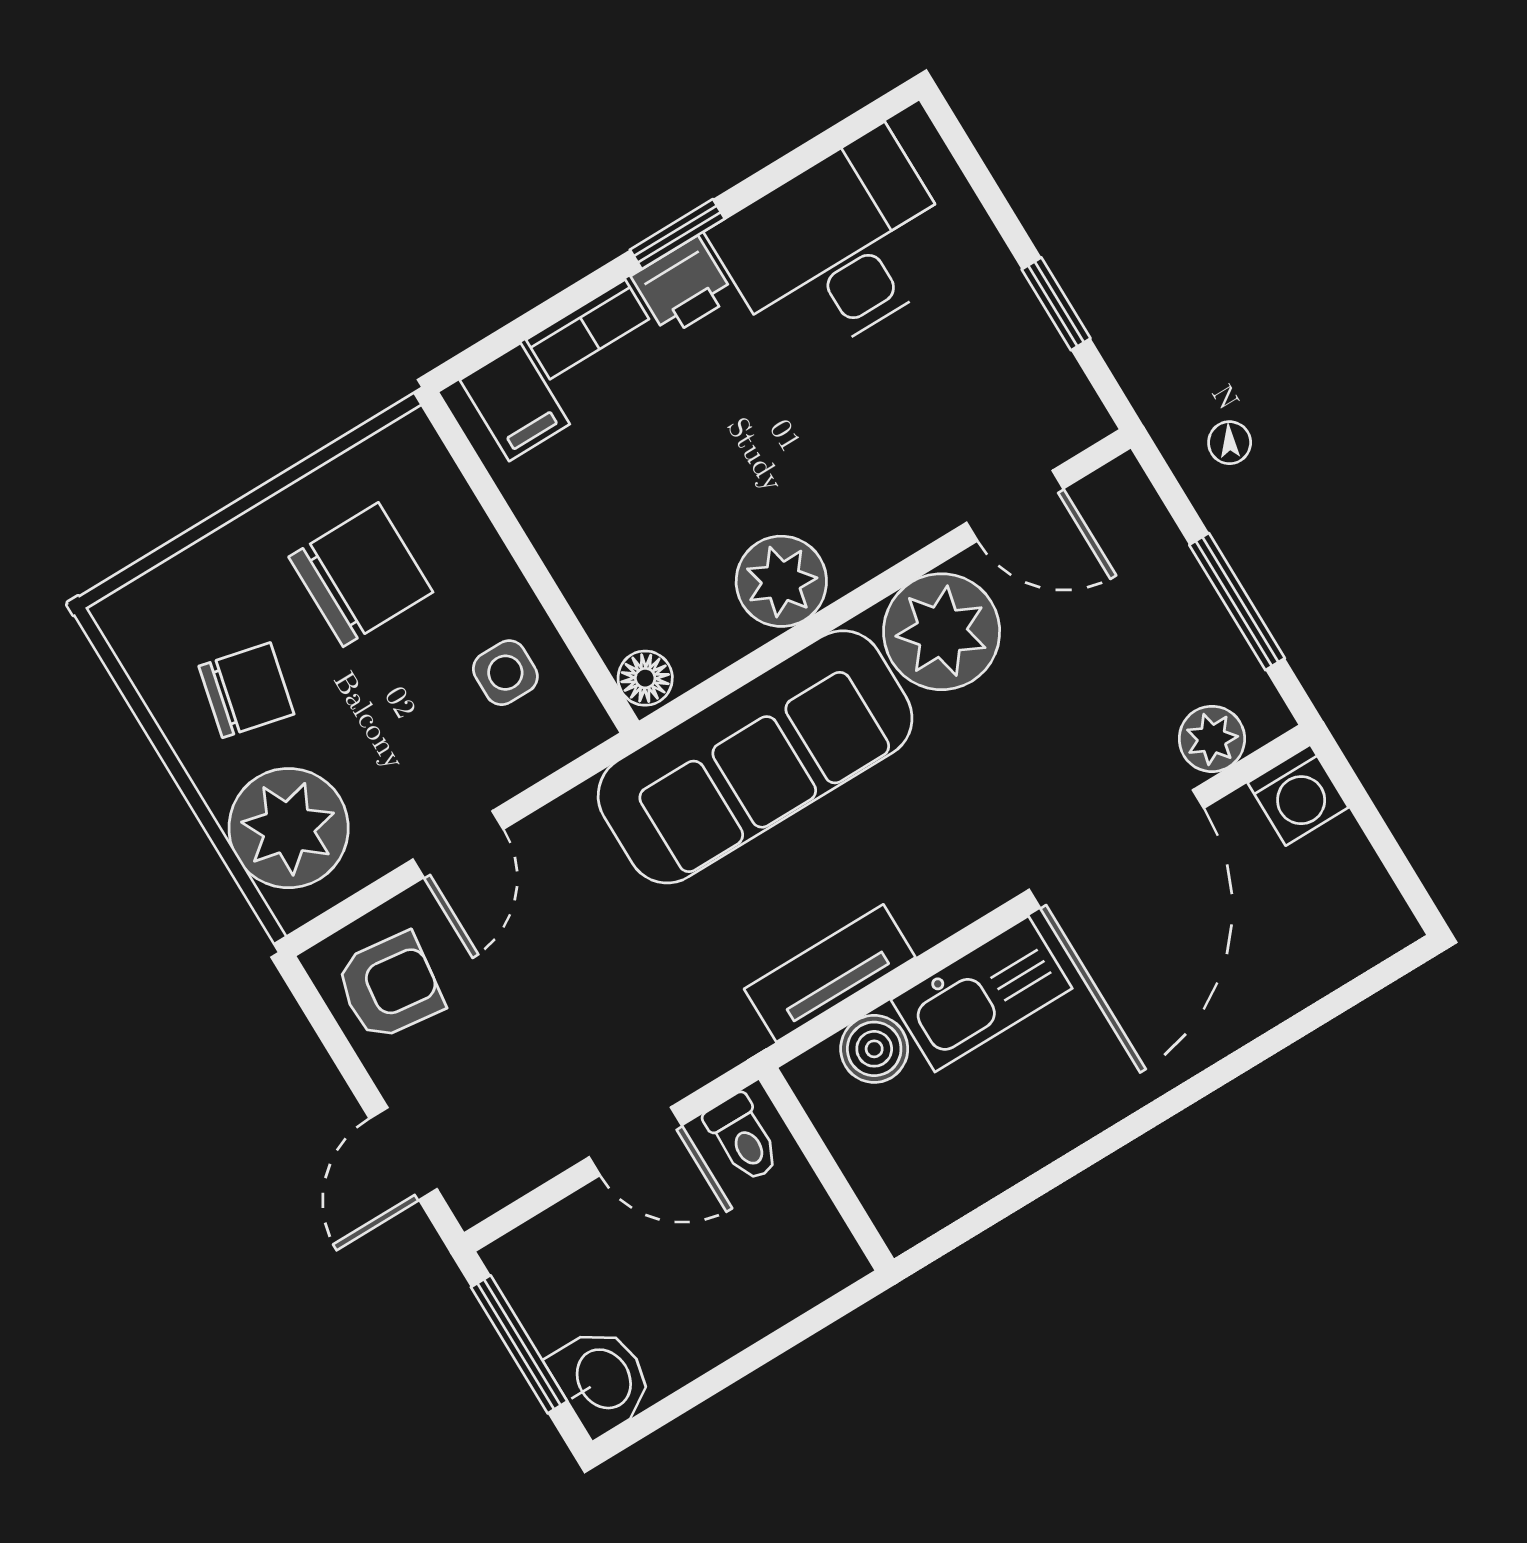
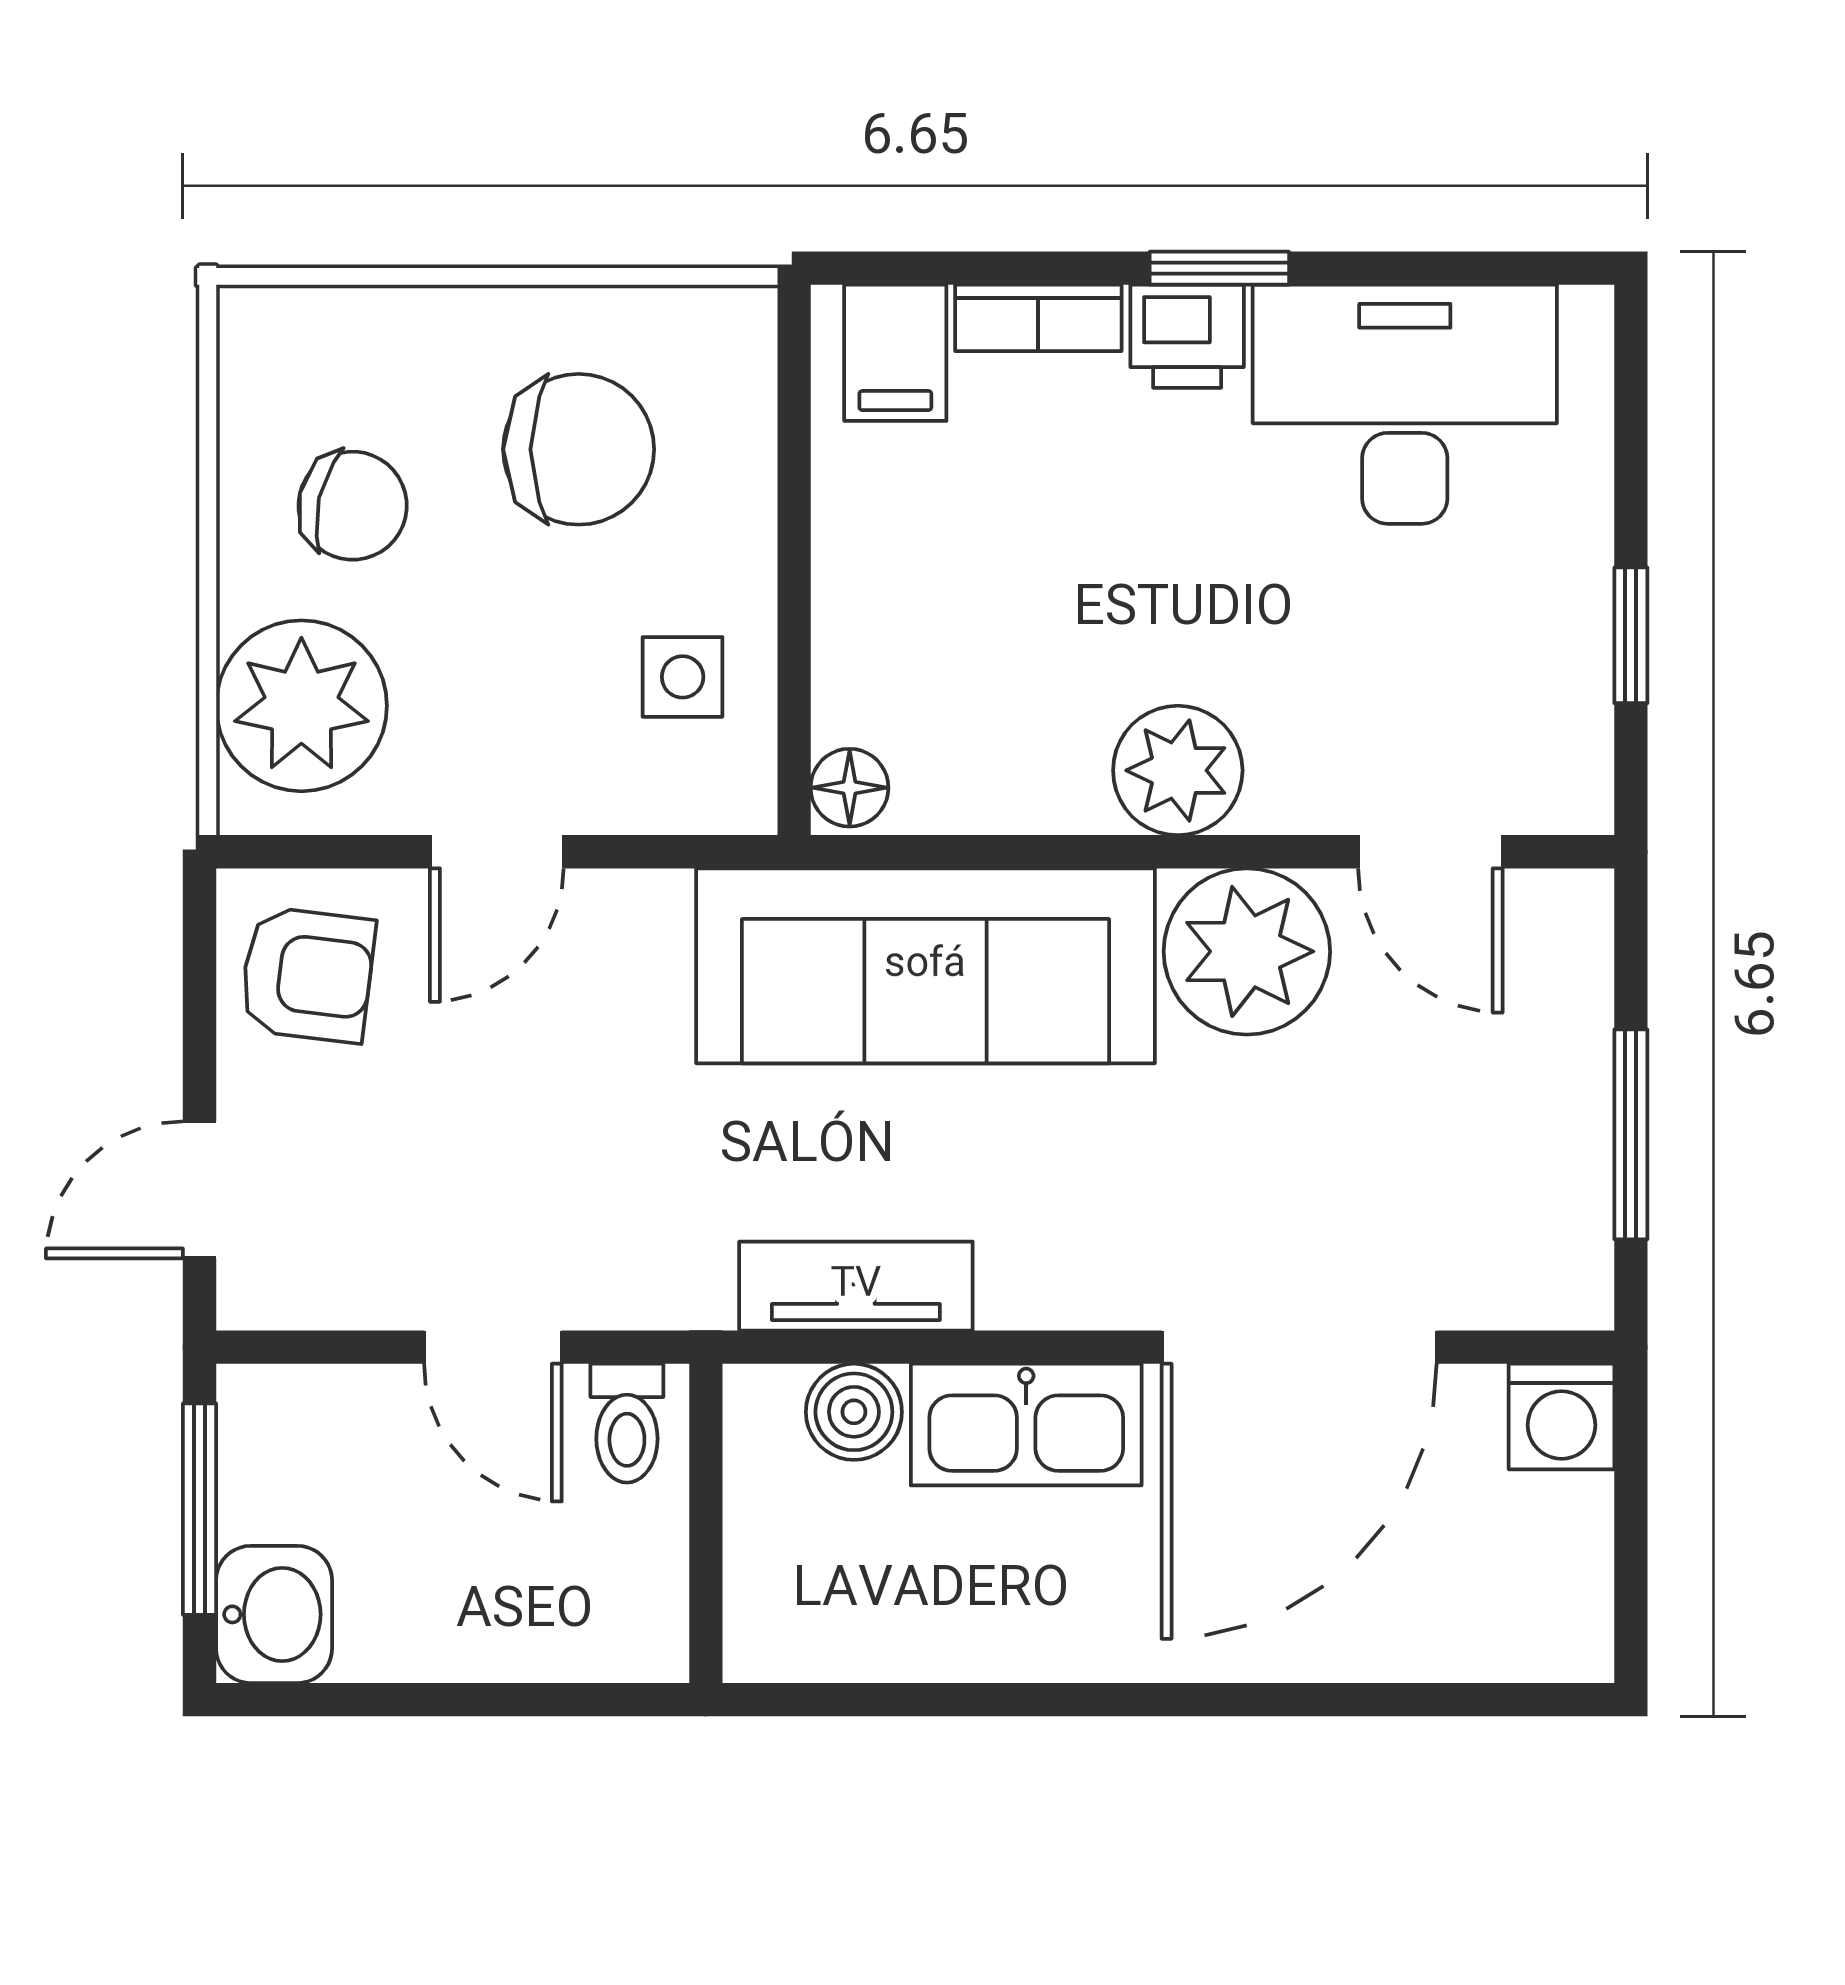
plant: (781, 581) -> (1178, 770), moved
plant: (1212, 739) -> (1498, 1284), removed

